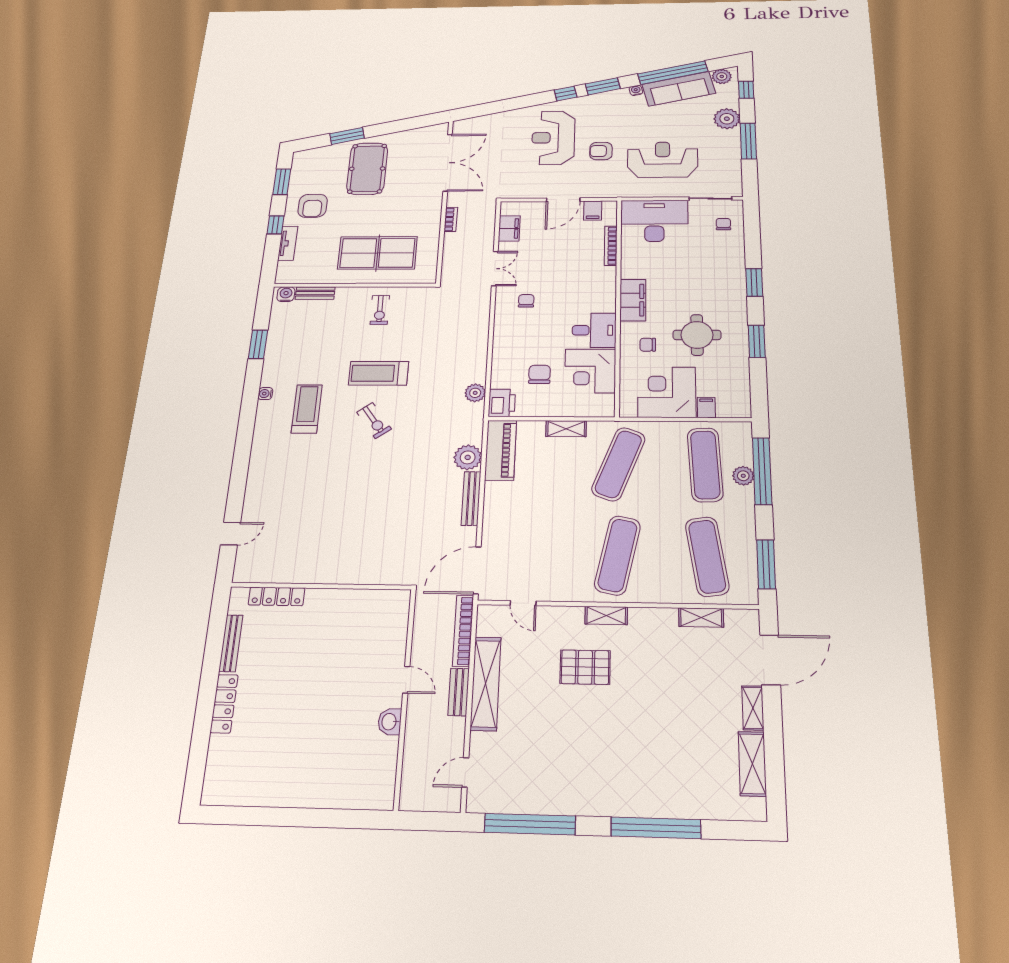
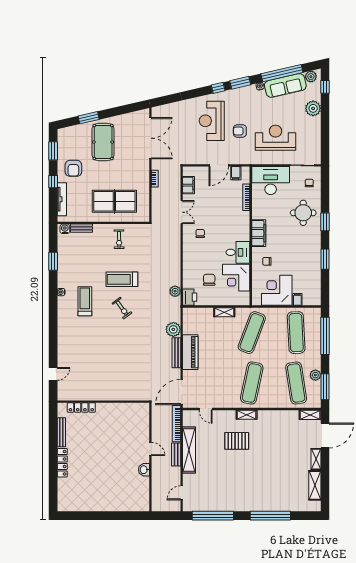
window: (748, 141) -> (325, 125), removed
tv unit: (288, 243) -> (62, 199), width x1.41
round table: (697, 335) -> (303, 213), moved
piano: (501, 450) -> (190, 352), moved
plant: (743, 476) -> (315, 375), moved
shelving: (701, 618) -> (310, 415), moved

